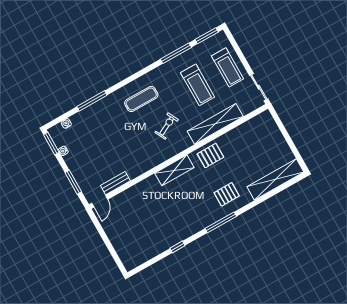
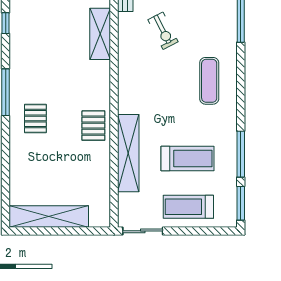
treadmill: (198, 85) -> (188, 159), turned 180
exercise bike: (167, 126) -> (163, 31), moved
shelving: (174, 170) -> (100, 34), moved
shelving: (275, 179) -> (49, 217), moved, turned 90

